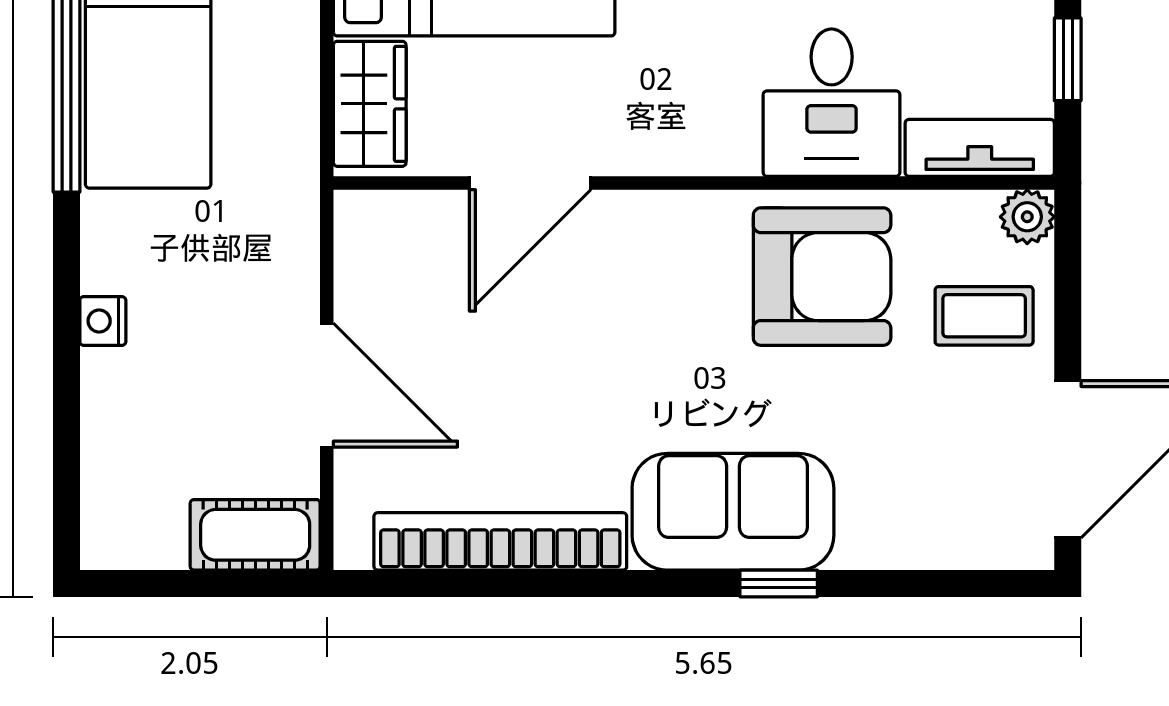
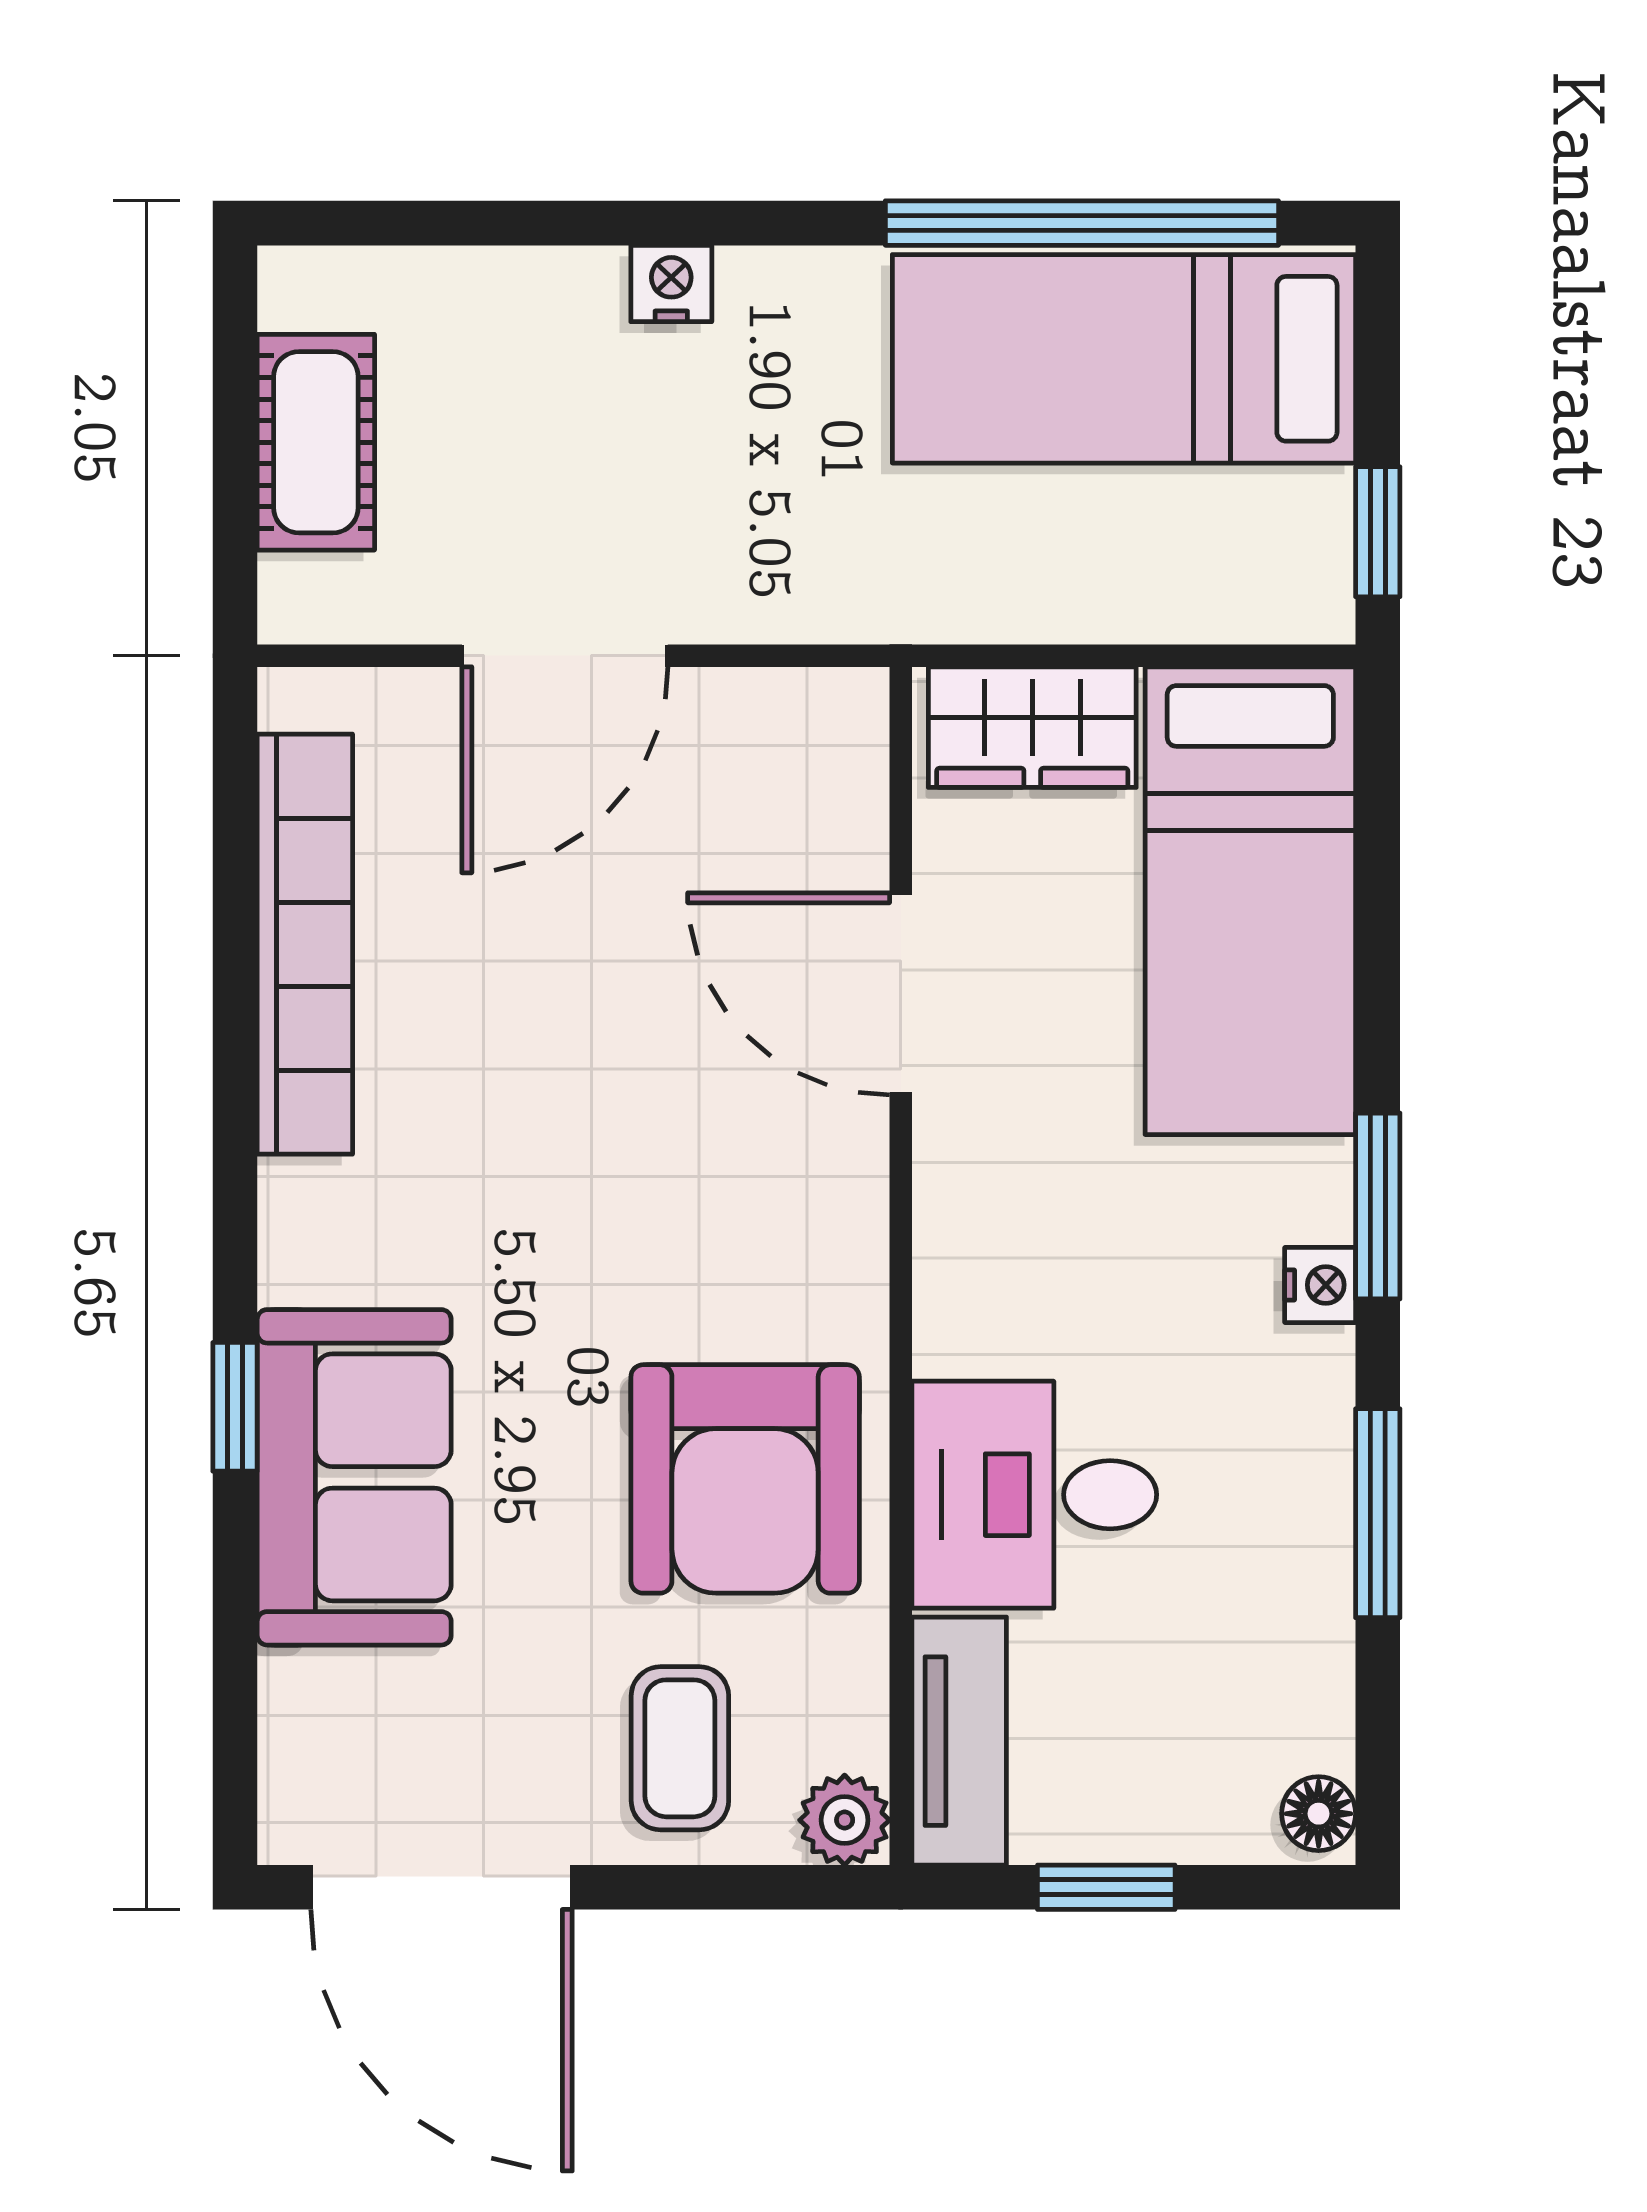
sofa: (733, 512) -> (354, 1477), moved
cot: (255, 535) -> (316, 442), moved

